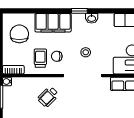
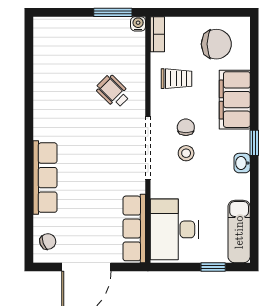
chair: (57, 56) -> (186, 127), moved

